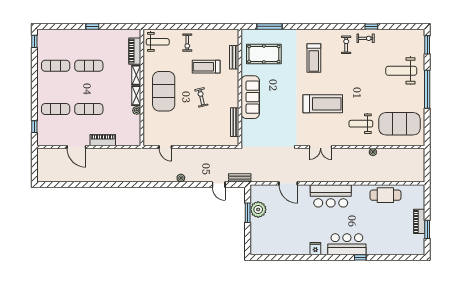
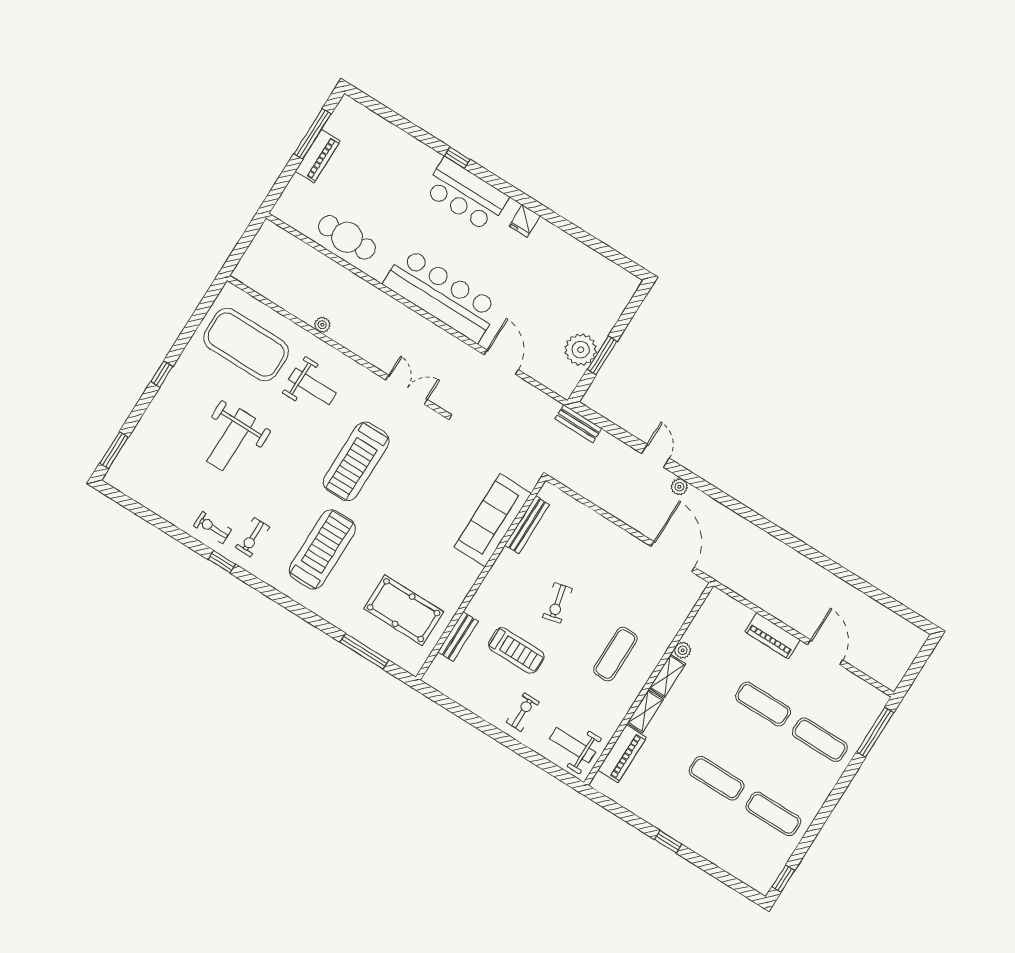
window: (371, 26) -> (222, 562), moved
treadmill: (314, 58) -> (322, 549), width x1.37, depth x1.38
weight bench: (401, 71) -> (231, 440), moved, turned 90
window: (427, 89) -> (162, 374), width x0.32
exercise mat: (164, 91) -> (615, 654), width x0.50, depth x0.69
sofa: (250, 97) -> (493, 520), moved
treadmill: (323, 104) -> (356, 461), turned -90
window: (34, 127) -> (875, 732), width x2.17
door: (165, 147) -> (673, 557), width x1.88
door: (219, 185) -> (655, 456), moved
bar counter: (331, 196) -> (442, 295), width x1.36
window: (427, 229) -> (312, 134), width x1.44

